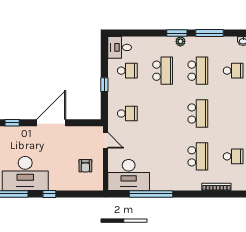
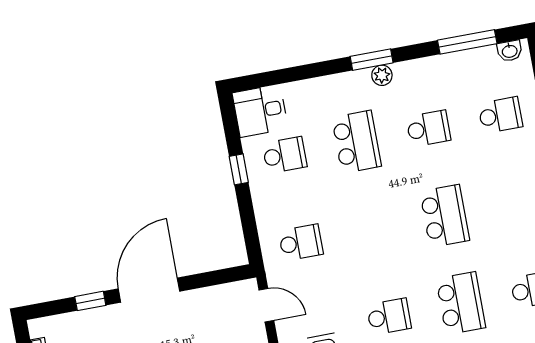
window: (210, 33) -> (467, 42), moved
school desk: (198, 71) -> (428, 128), width x0.54
window: (104, 85) -> (239, 169), moved
window: (12, 123) -> (90, 301), moved
school desk: (163, 156) -> (389, 317), added

